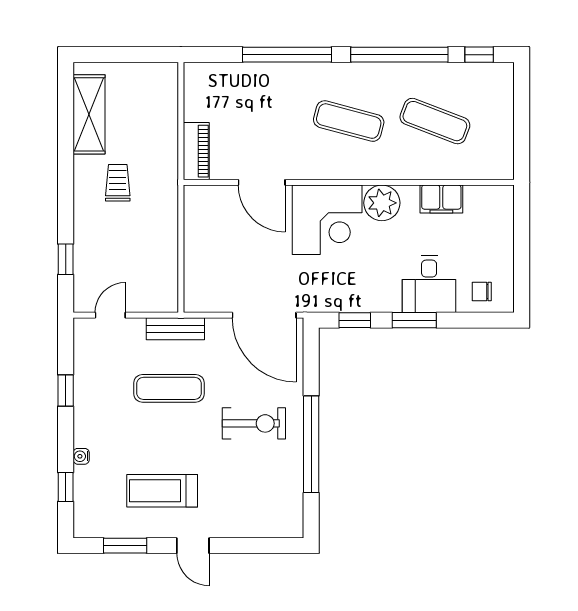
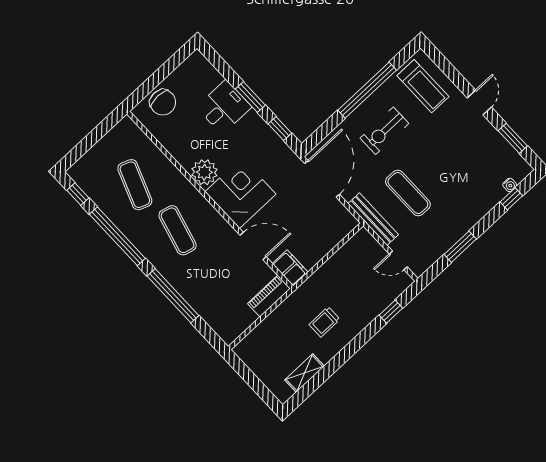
shelving: (89, 114) -> (305, 373), width x0.67, depth x0.75
door: (262, 182) -> (253, 246), hinge flipped
filing cabinet: (441, 199) -> (290, 268), moved
chair: (482, 291) -> (163, 102), moved, width x1.87, depth x1.87
bench: (175, 329) -> (373, 219), width x1.36
window: (66, 390) -> (460, 247), width x1.50
exercise bike: (254, 423) -> (384, 131), turned -90
water cooler: (81, 456) -> (510, 185), moved
treadmill: (162, 491) -> (423, 86), moved

